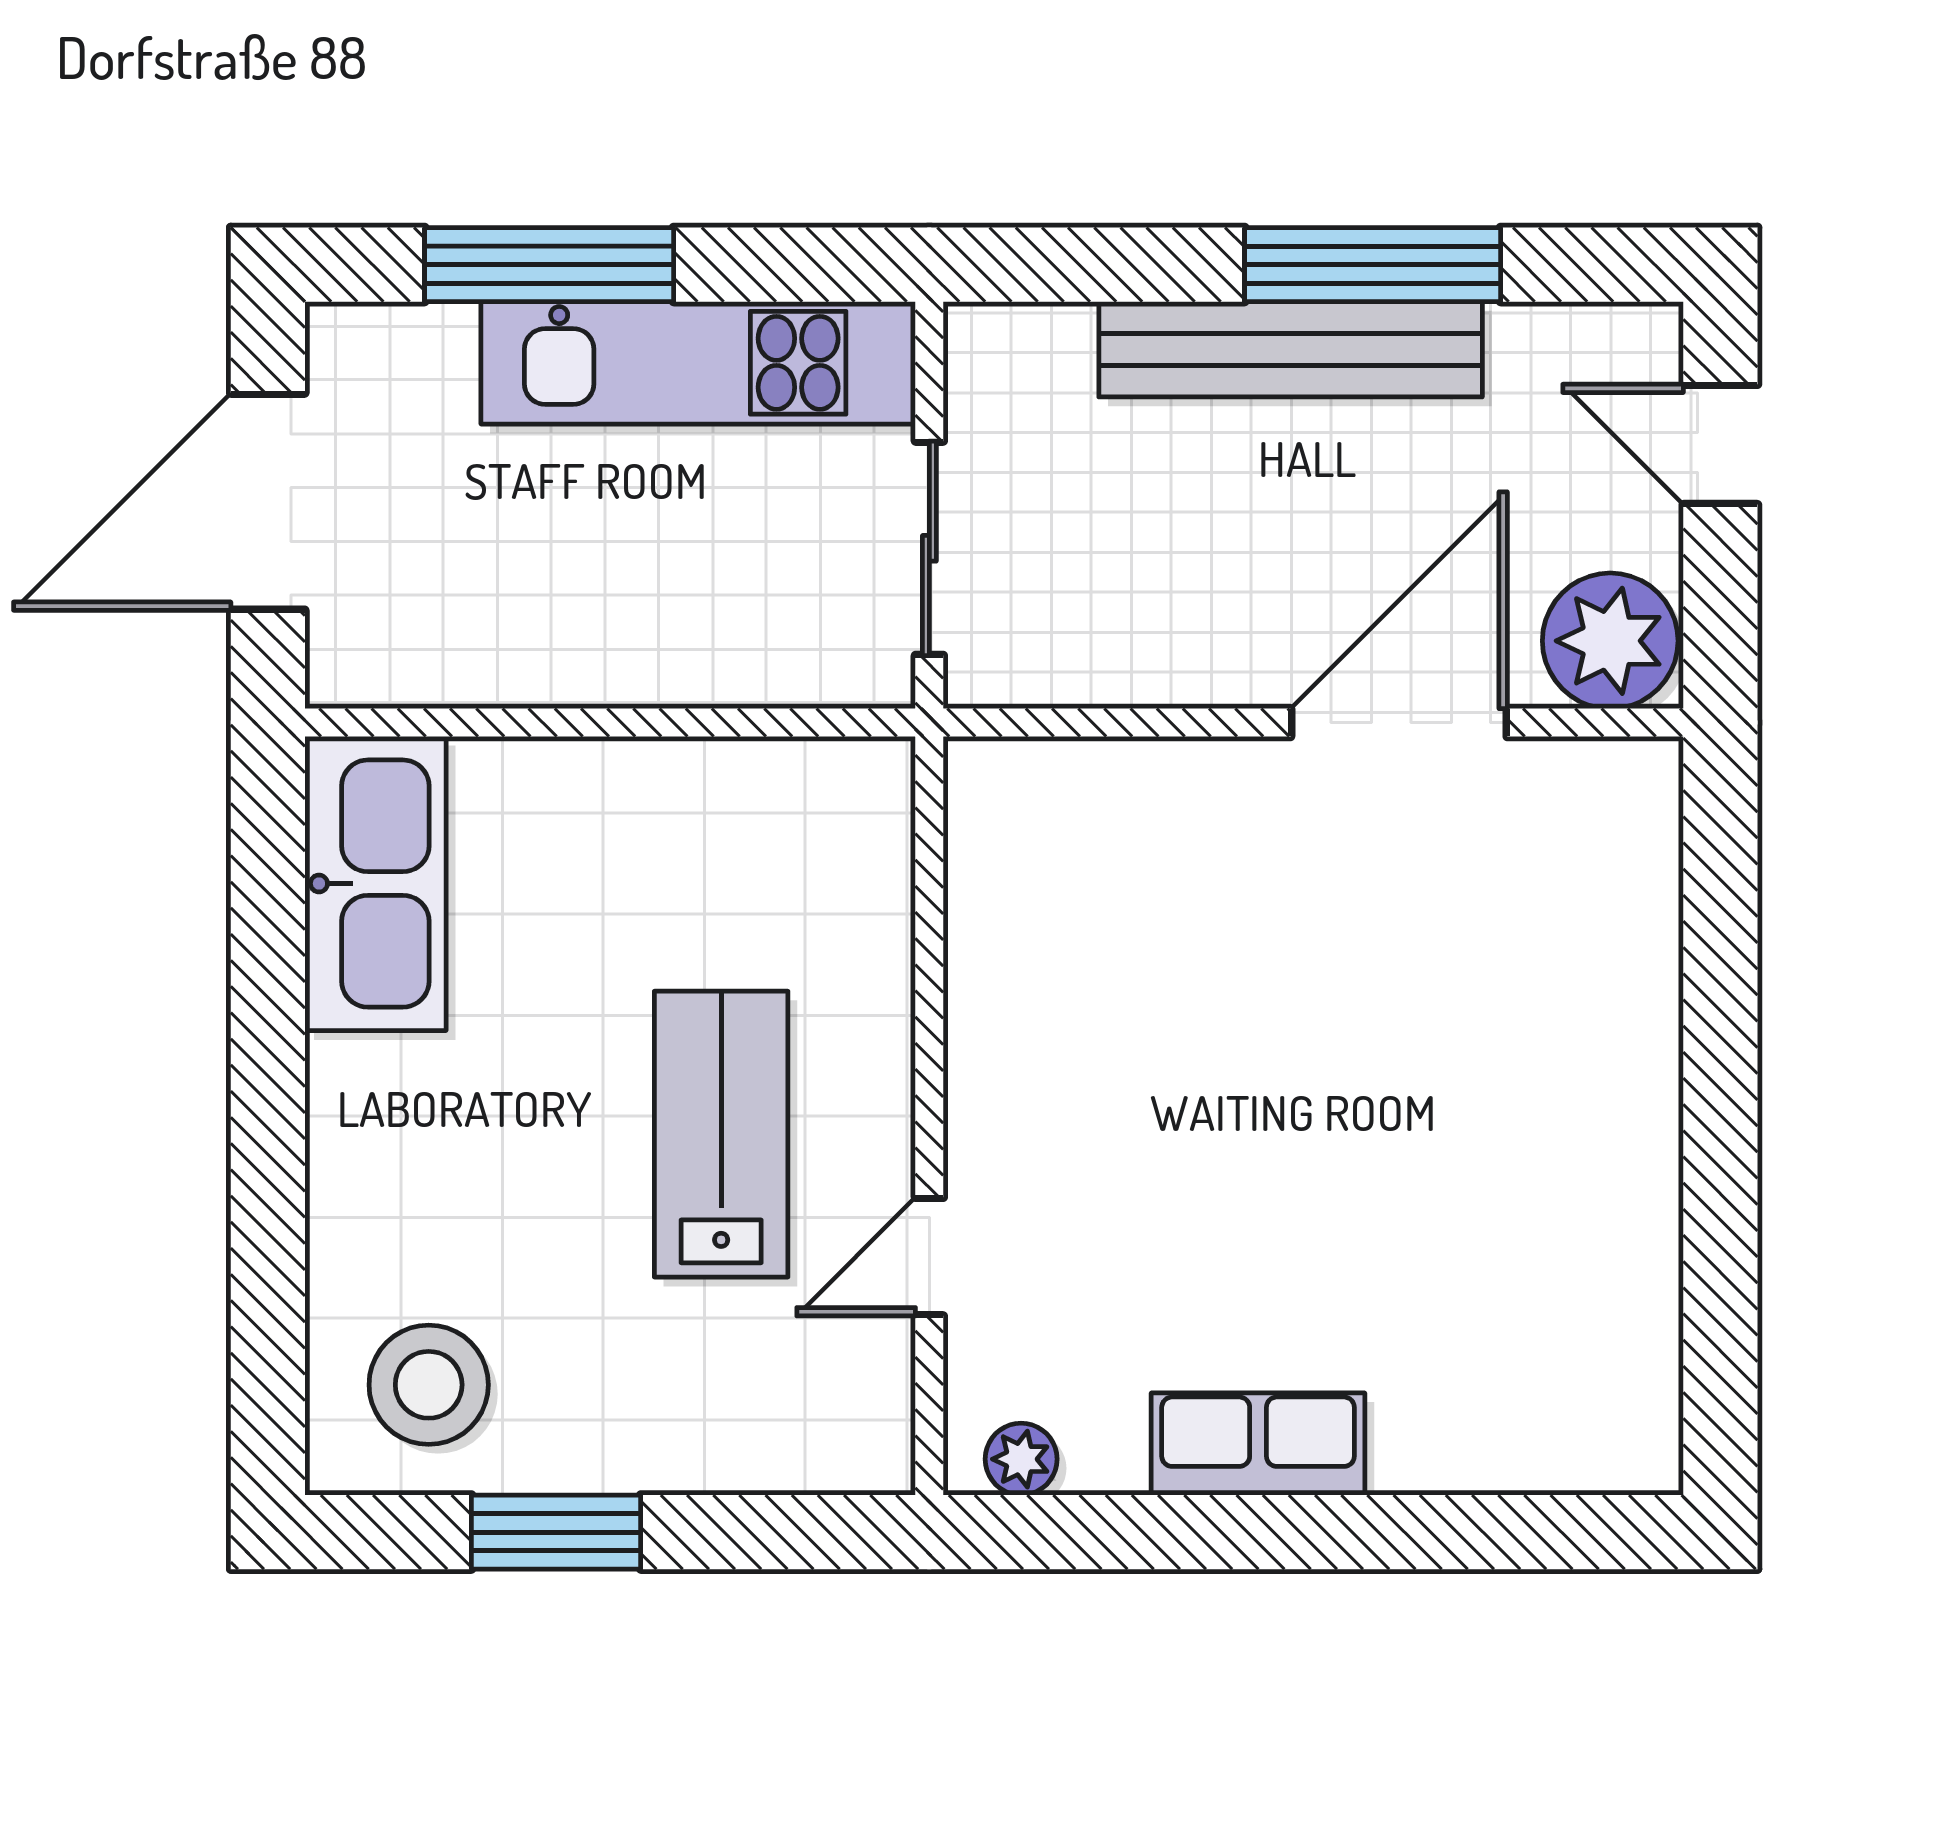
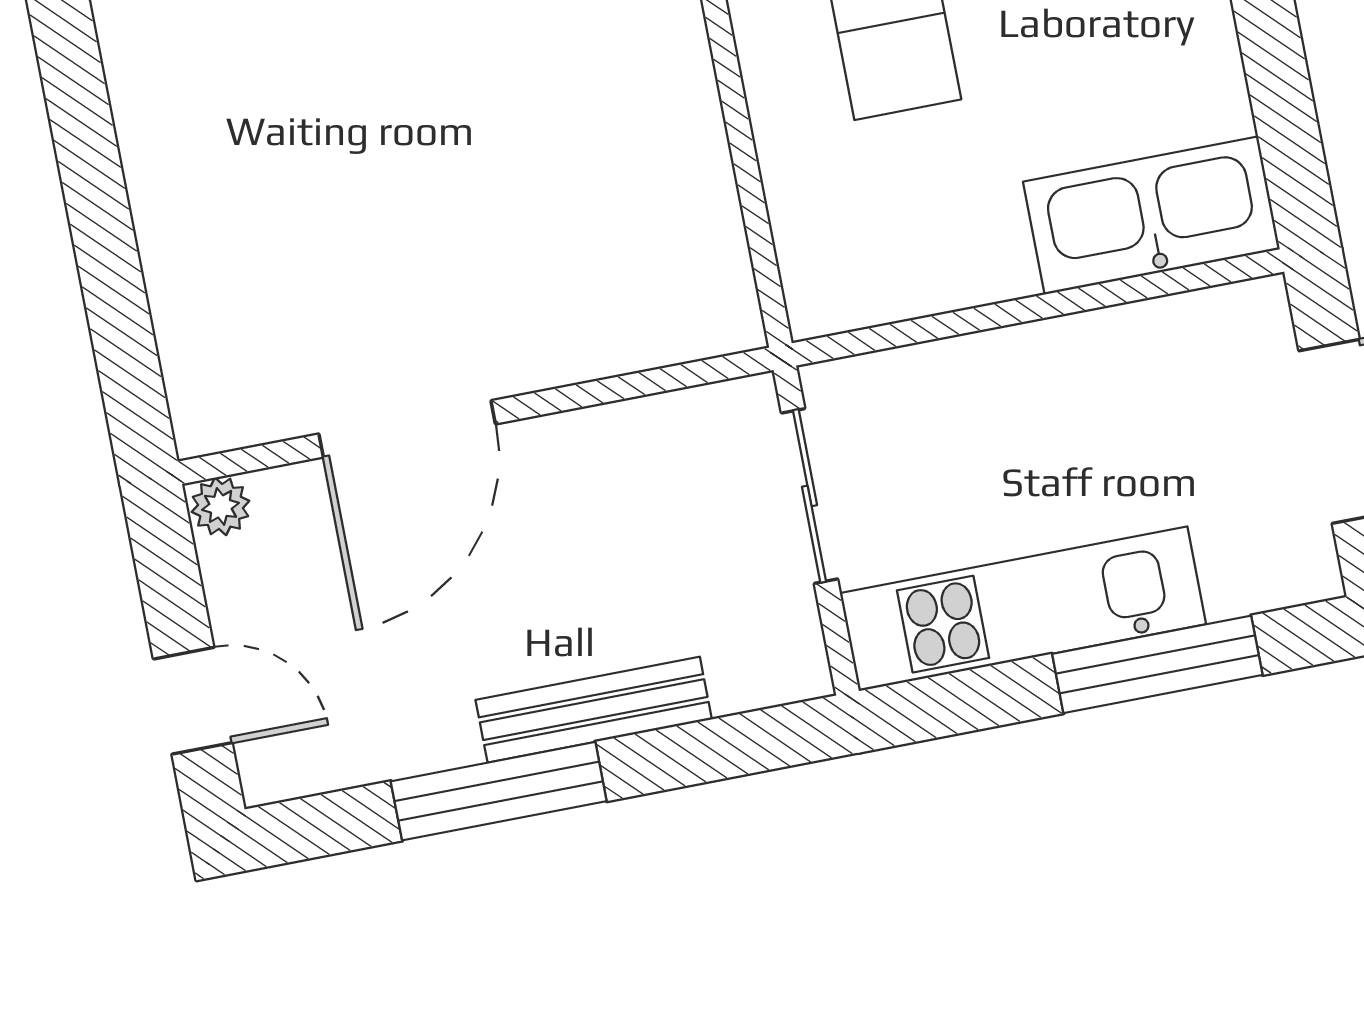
bench: (1291, 349) -> (594, 710), width x0.73, depth x0.82
plant: (1610, 641) -> (220, 506), width x0.53, depth x0.53
kitchen sink: (375, 884) -> (1151, 216), moved, turned 90

